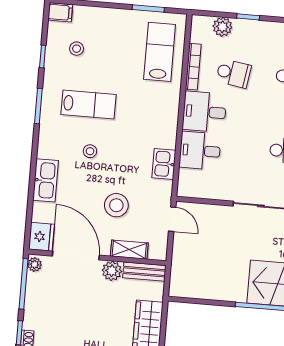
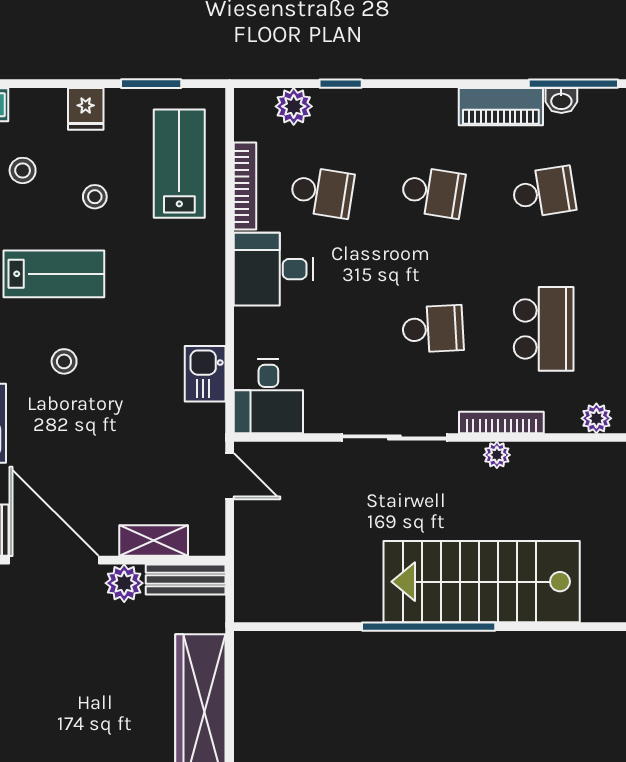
fridge: (113, 19) -> (86, 109), added
desk: (200, 151) -> (268, 396), moved, turned -90
stool: (116, 205) -> (95, 197), moved, width x0.53, depth x0.53

